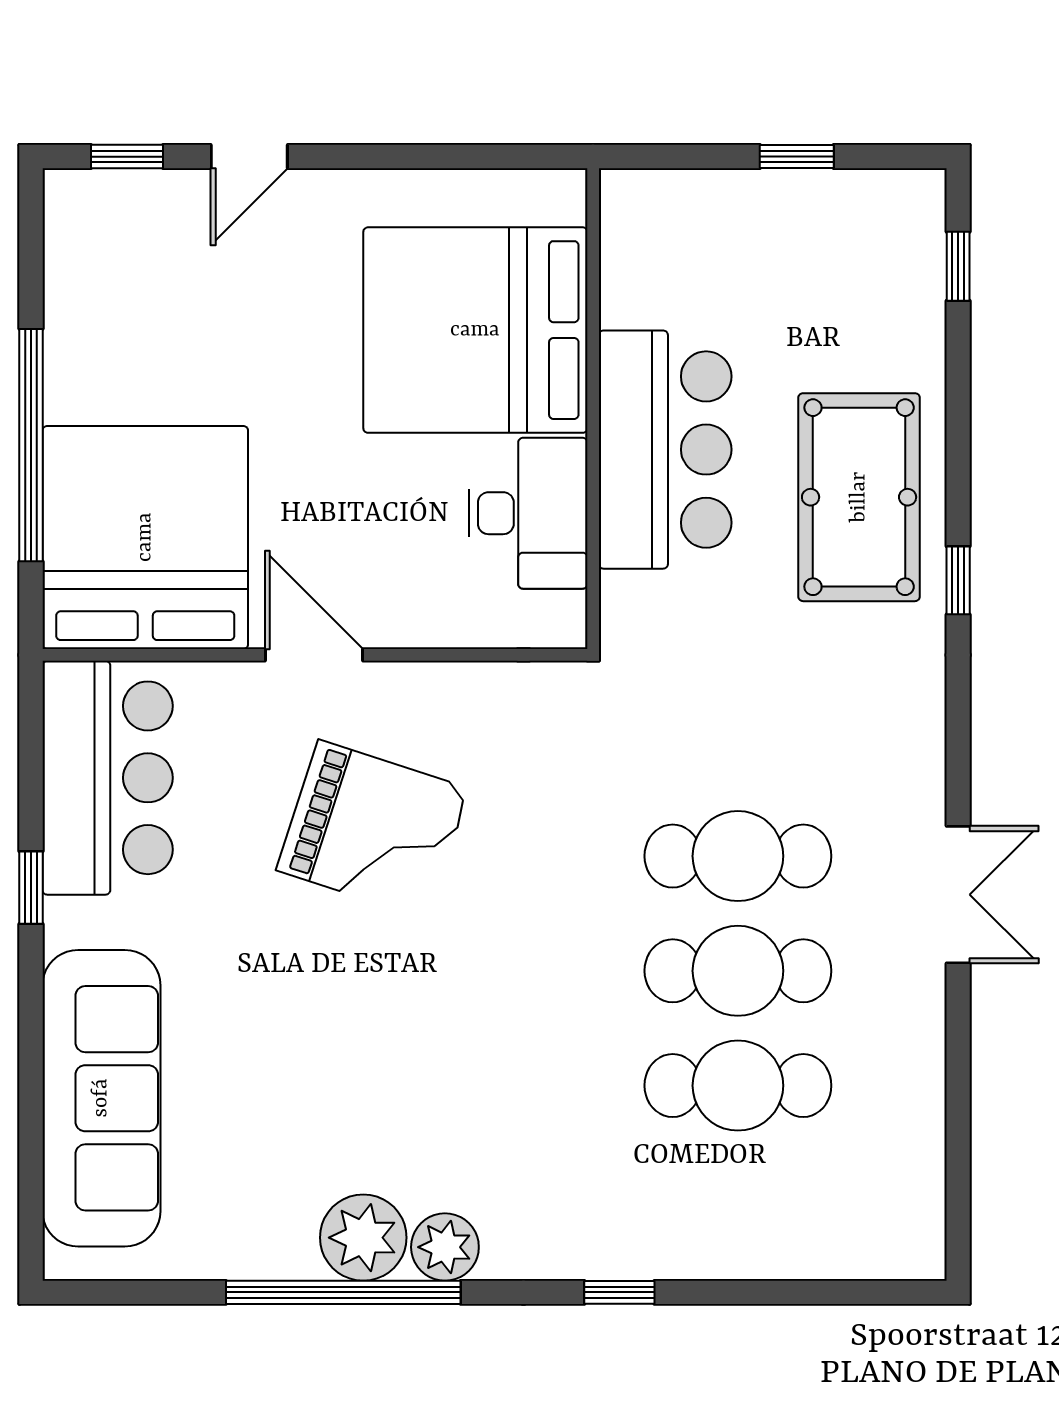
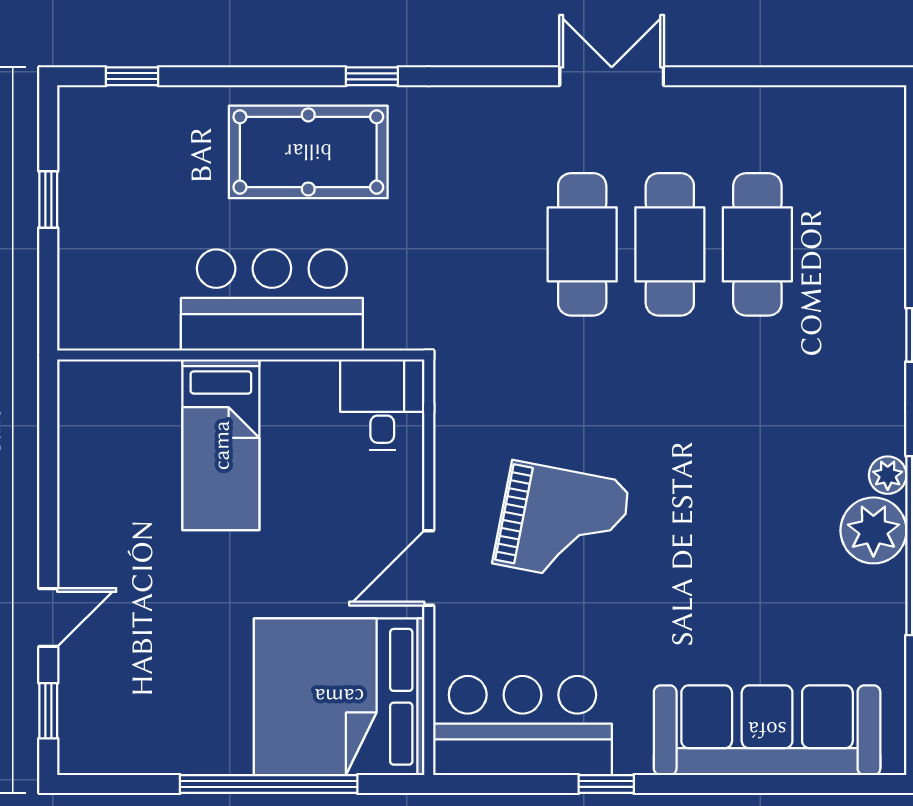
door: (249, 157) -> (48, 617), hinge flipped
bed: (475, 330) -> (221, 445), width x0.49
desk: (528, 513) -> (382, 405), moved, width x0.73
grand piano: (373, 829) -> (562, 523), turned 83
plant: (445, 1247) -> (888, 475), width x0.73, depth x0.73

